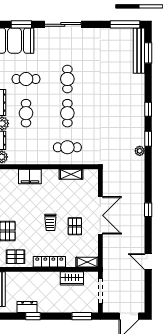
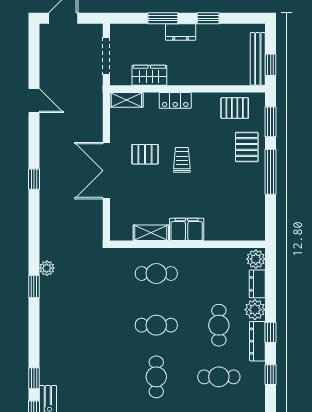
window: (148, 109) -> (34, 378), moved
cafe table: (67, 113) -> (156, 325), turned 90
filing cabinet: (30, 176) -> (187, 229), moved
pallet: (75, 226) -> (145, 154), turned 90
locker: (49, 262) -> (175, 100), width x0.66
dresser: (27, 307) -> (181, 32), moved
window: (82, 316) -> (163, 18), moved

